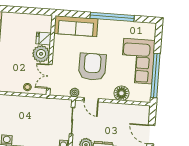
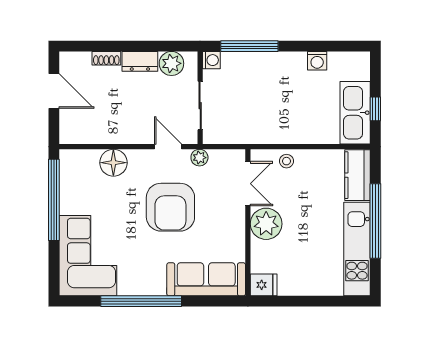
fridge: (44, 38) -> (264, 285), moved
corner sofa: (138, 61) -> (88, 256), moved

